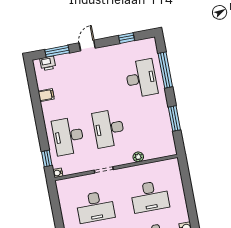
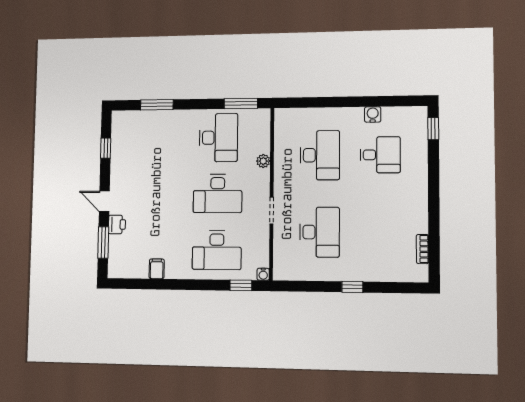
printer: (48, 63) -> (117, 224), moved
window: (165, 70) -> (157, 105), width x0.69
desk: (141, 78) -> (218, 138), moved, turned 90
window: (174, 118) -> (241, 103), moved

